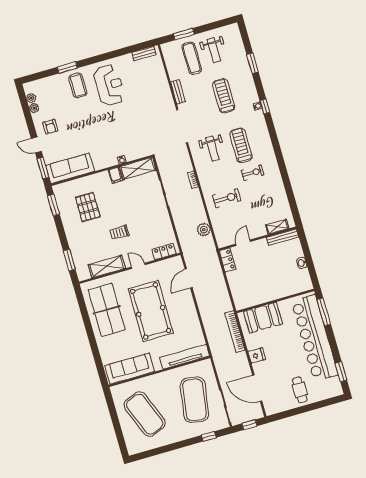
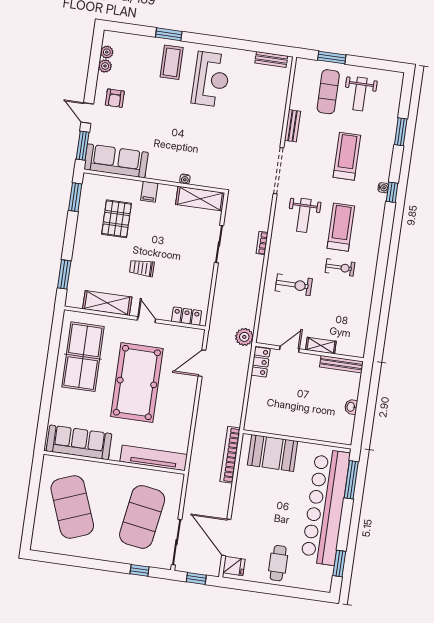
filing cabinet: (115, 175) -> (149, 192), moved
shelving: (277, 227) -> (321, 346), moved
plant: (204, 230) -> (244, 337), moved
fridge: (257, 355) -> (234, 566), moved

